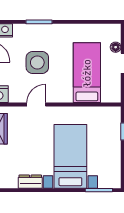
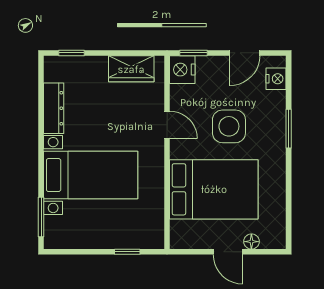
bed: (87, 73) -> (214, 189), width x1.50
dresser: (30, 182) -> (54, 108), width x1.44

